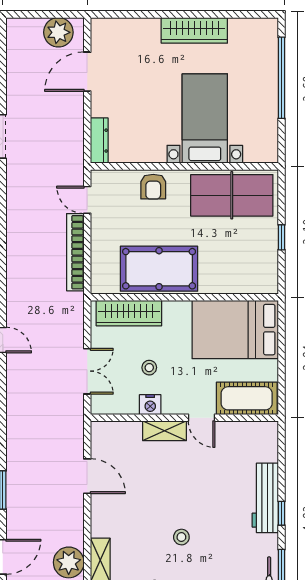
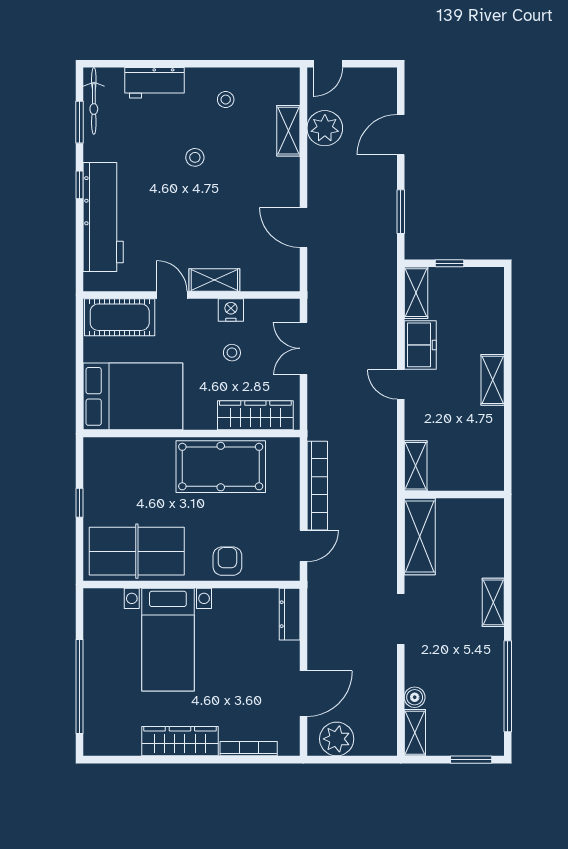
bookcase: (135, 24) -> (249, 749), added
door: (87, 200) -> (303, 546), hinge flipped
workbench: (265, 498) -> (103, 217), width x1.36, depth x1.32

